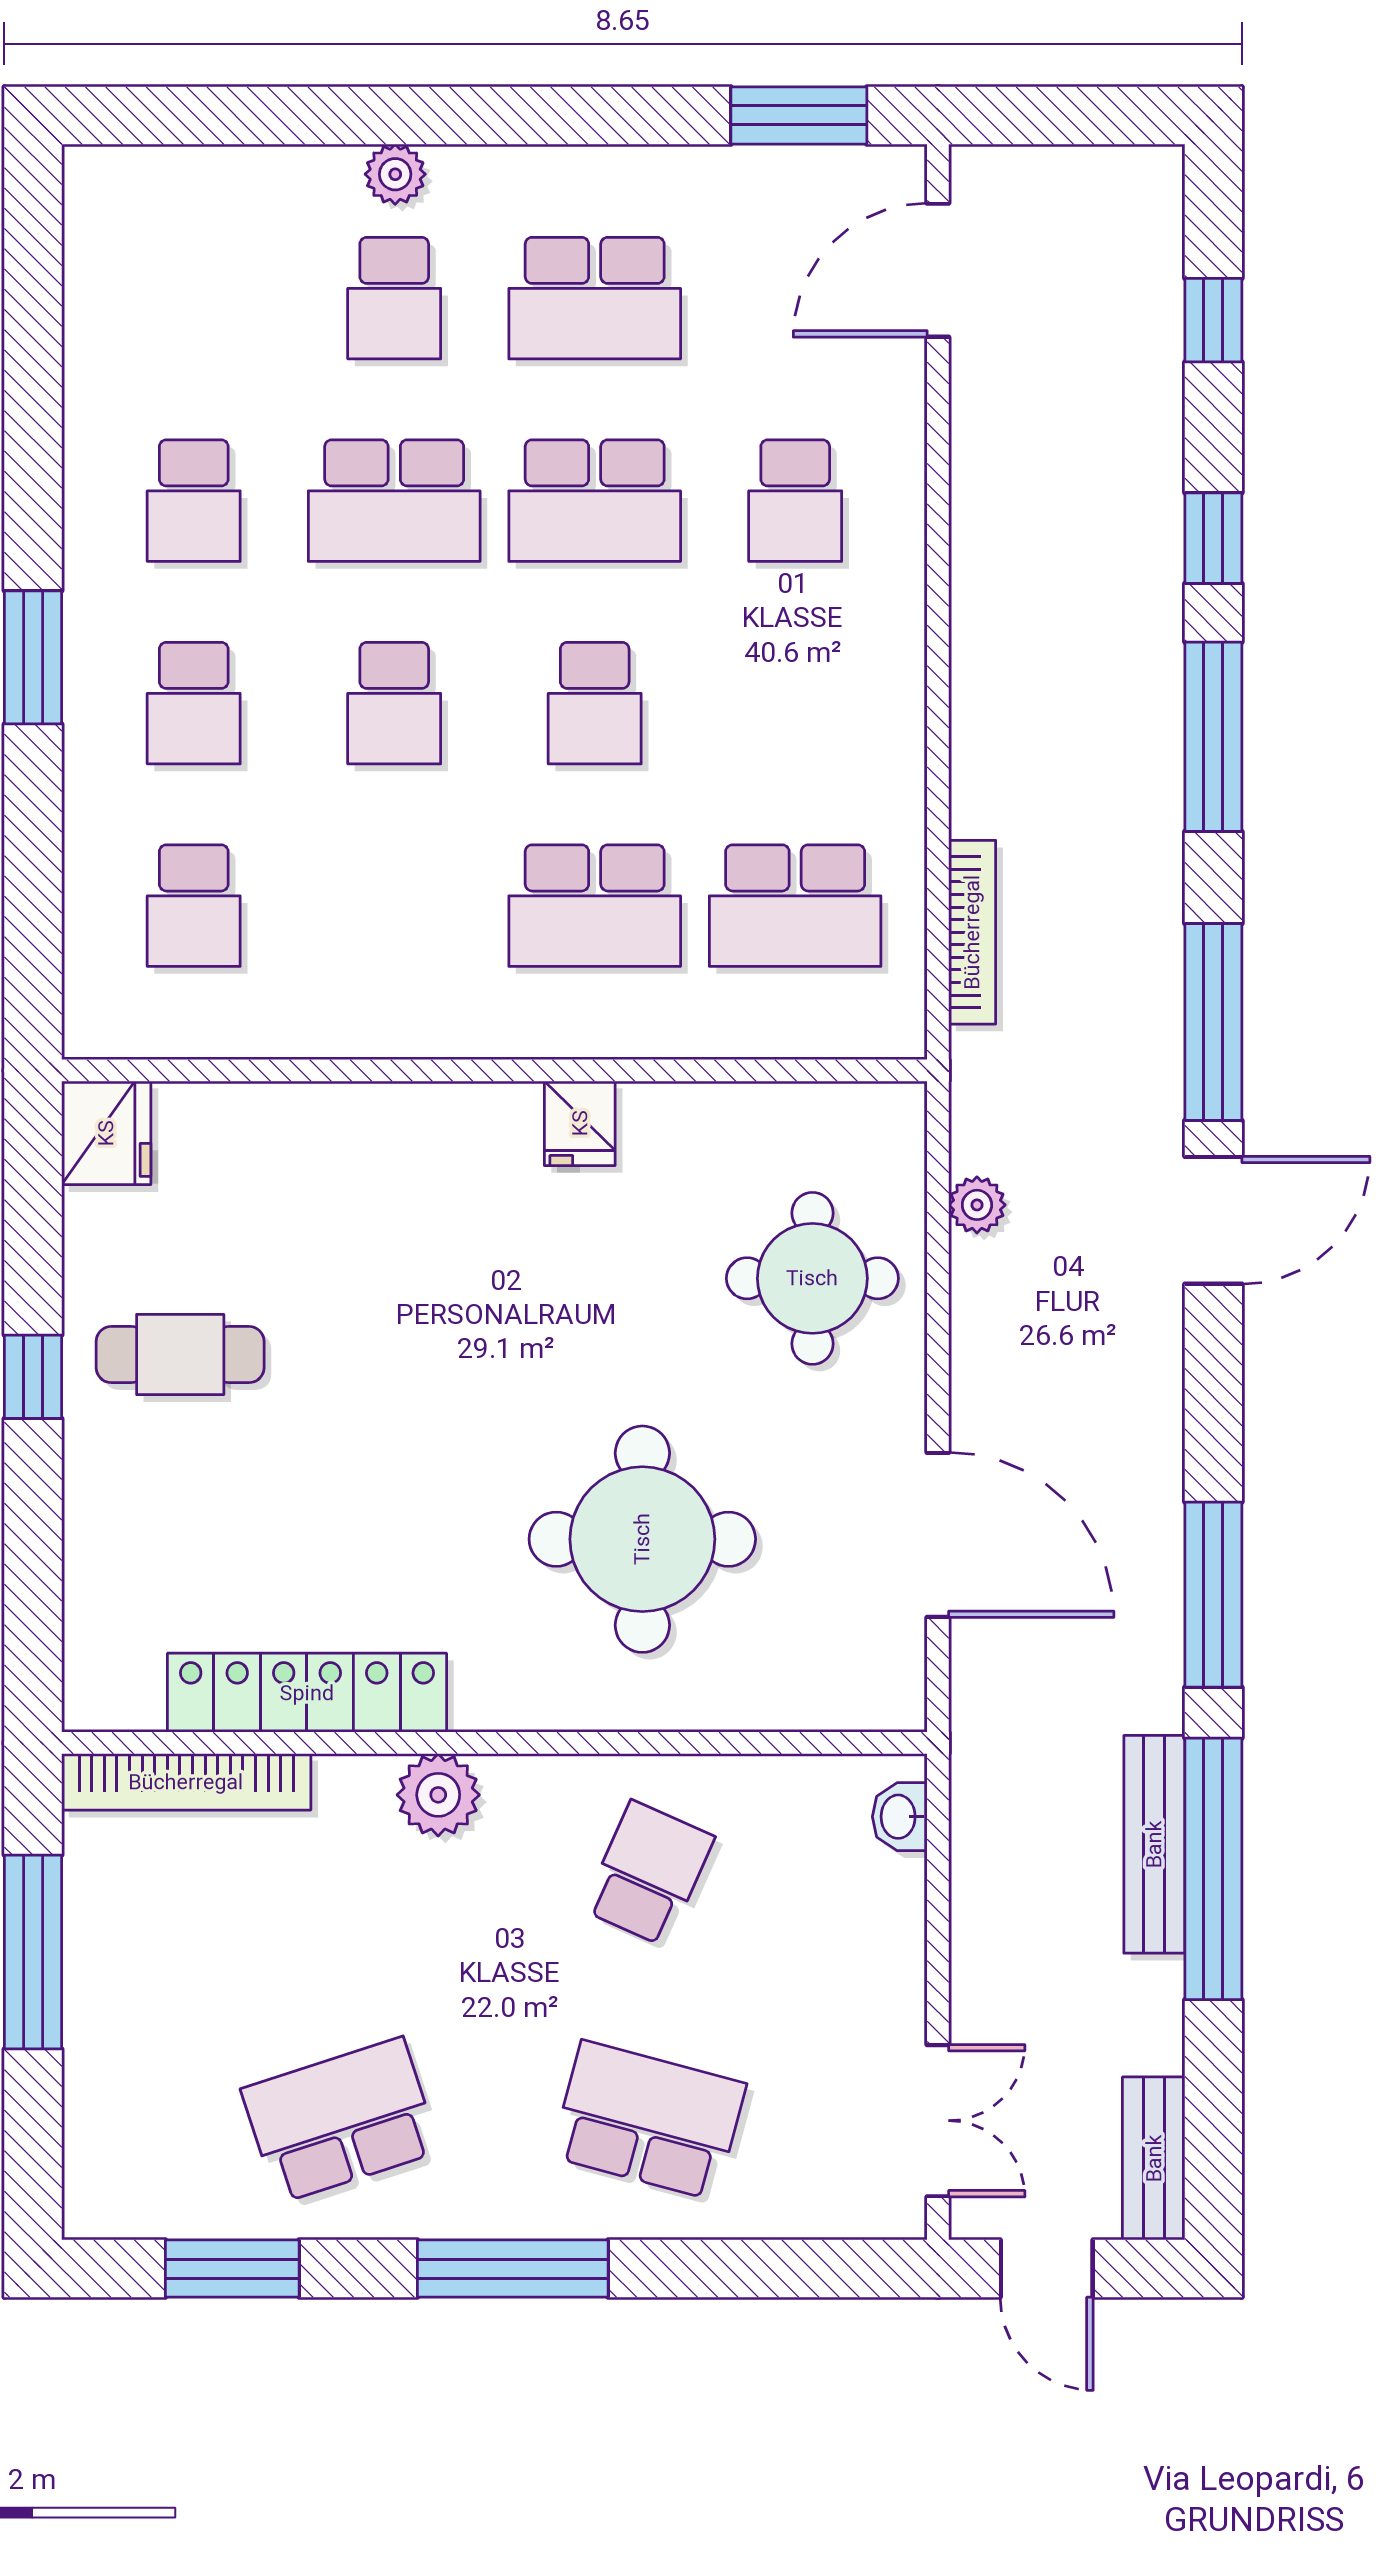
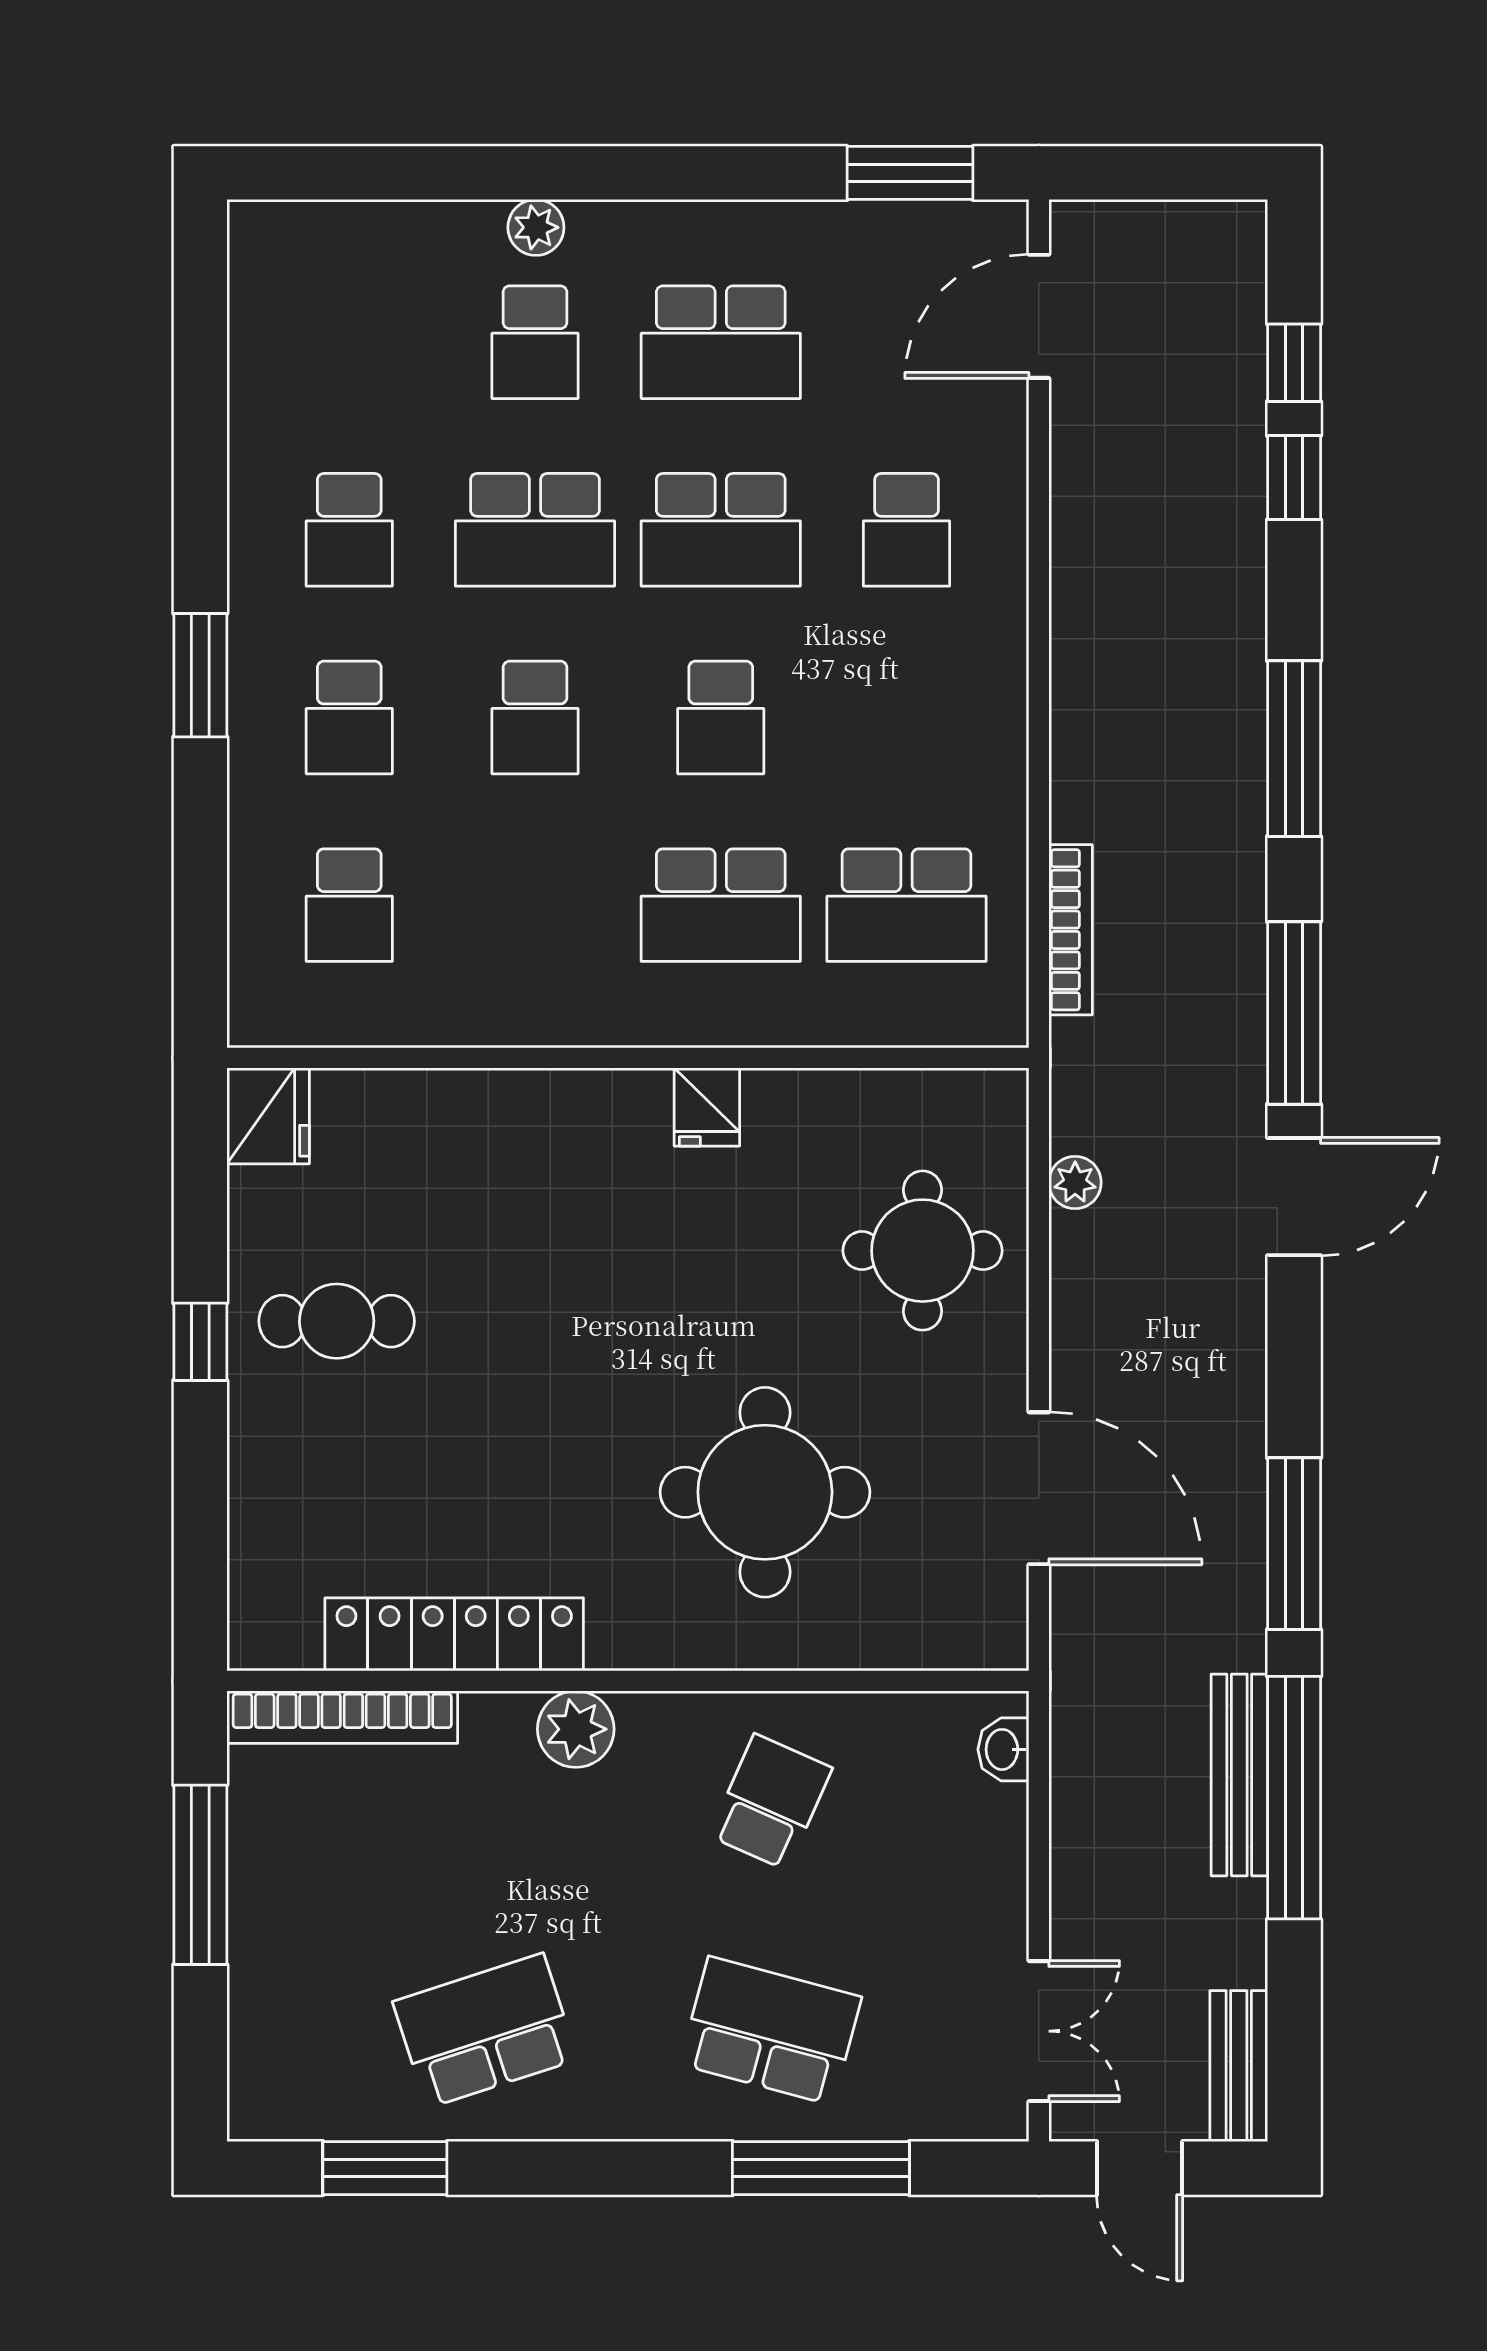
window: (1213, 538) -> (1294, 478), moved
window: (513, 2269) -> (821, 2168), moved

